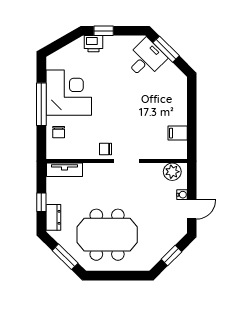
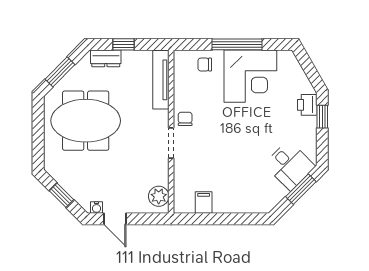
tv unit: (65, 170) -> (161, 80), width x1.41
water cooler: (182, 195) -> (96, 208), moved
meeting table: (107, 235) -> (86, 121), turned 90

